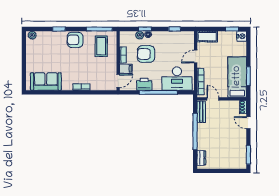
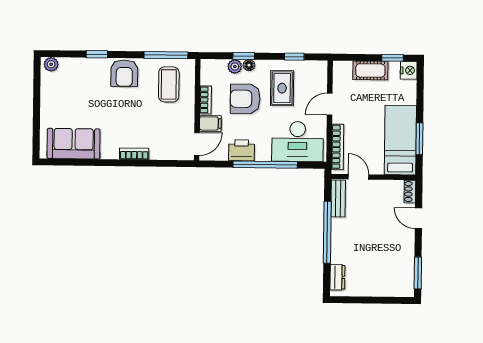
cot: (207, 37) -> (370, 70), moved
armchair: (75, 40) -> (124, 73), turned -90
rug: (168, 48) -> (282, 88), added

